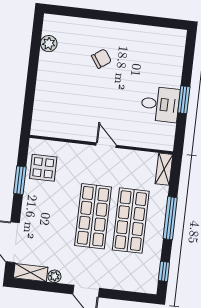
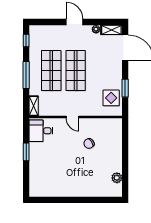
chair: (101, 59) -> (89, 143), moved
desk: (160, 104) -> (41, 131), moved

